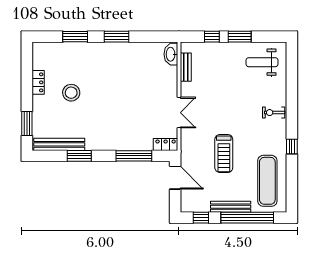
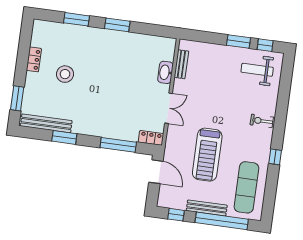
window: (212, 37) -> (265, 45), moved
washbasin: (171, 54) -> (165, 72), moved
treadmill: (224, 154) -> (207, 155), width x1.37, depth x1.38

